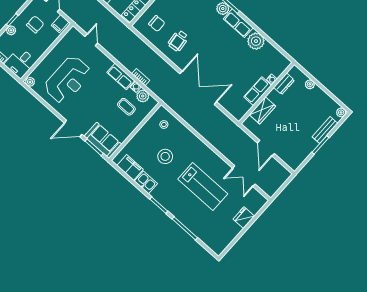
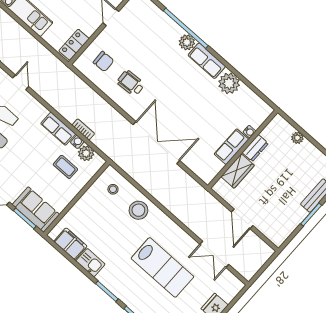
wheelchair: (178, 41) -> (131, 83), turned 93
dresser: (284, 84) -> (255, 148), moved
stool: (165, 156) -> (138, 210), moved

